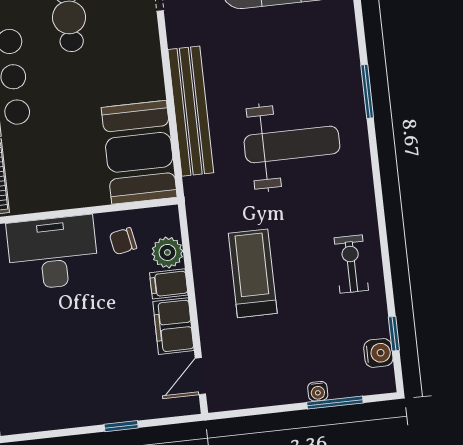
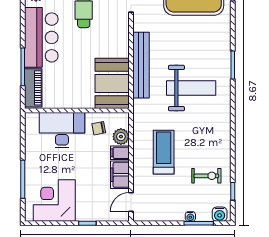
exercise bike: (351, 264) -> (206, 176), moved, turned 90
water cooler: (378, 353) -> (220, 214), moved, turned 90
corner desk: (53, 390) -> (54, 201), added

